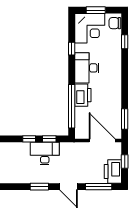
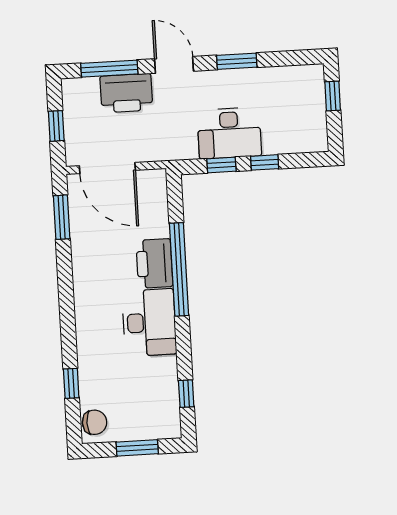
corner desk: (90, 28) -> (148, 408), removed
window: (72, 49) -> (186, 394), moved
window: (72, 106) -> (179, 269), moved
printer: (113, 171) -> (126, 93), moved, turned 90

